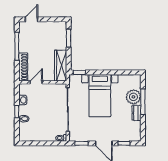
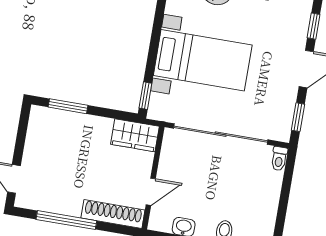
wardrobe: (61, 66) -> (135, 135), width x0.67
door: (36, 82) -> (151, 192), swing flipped

